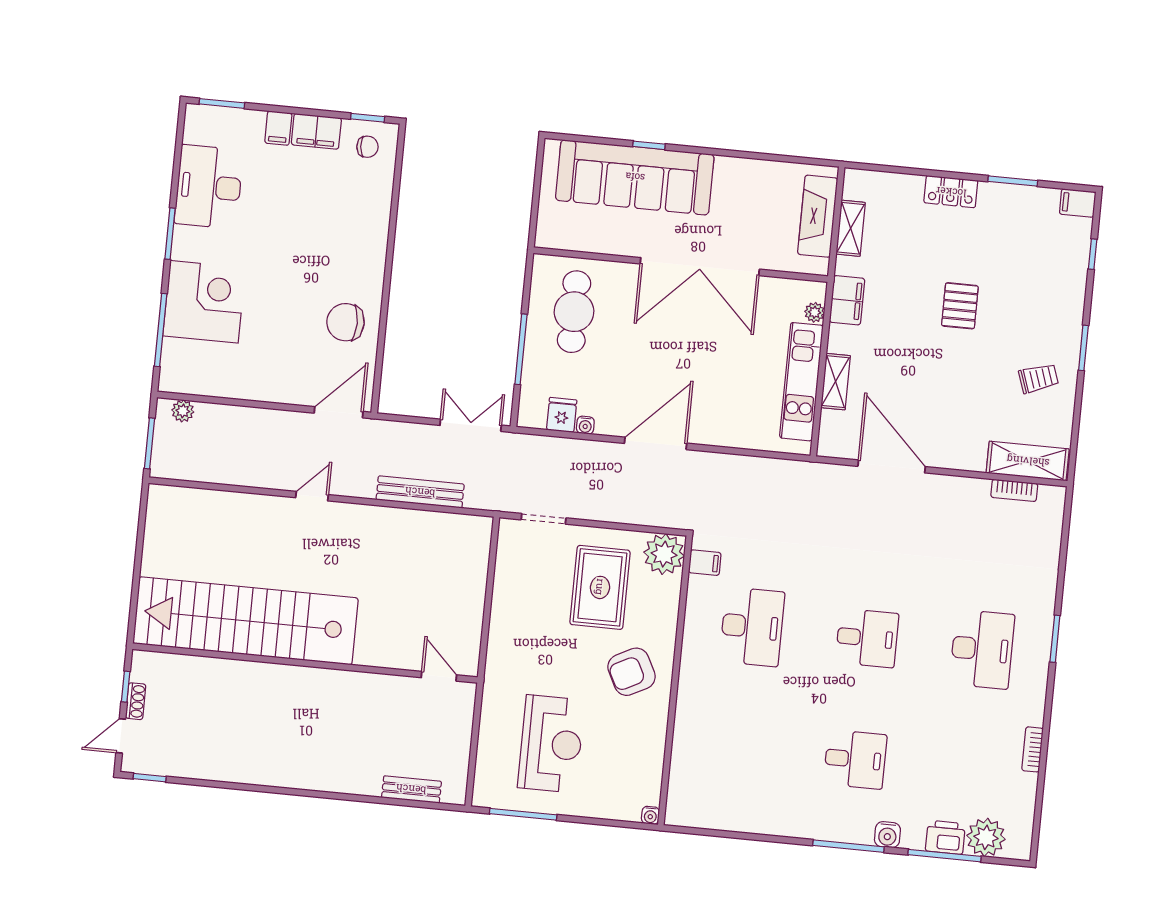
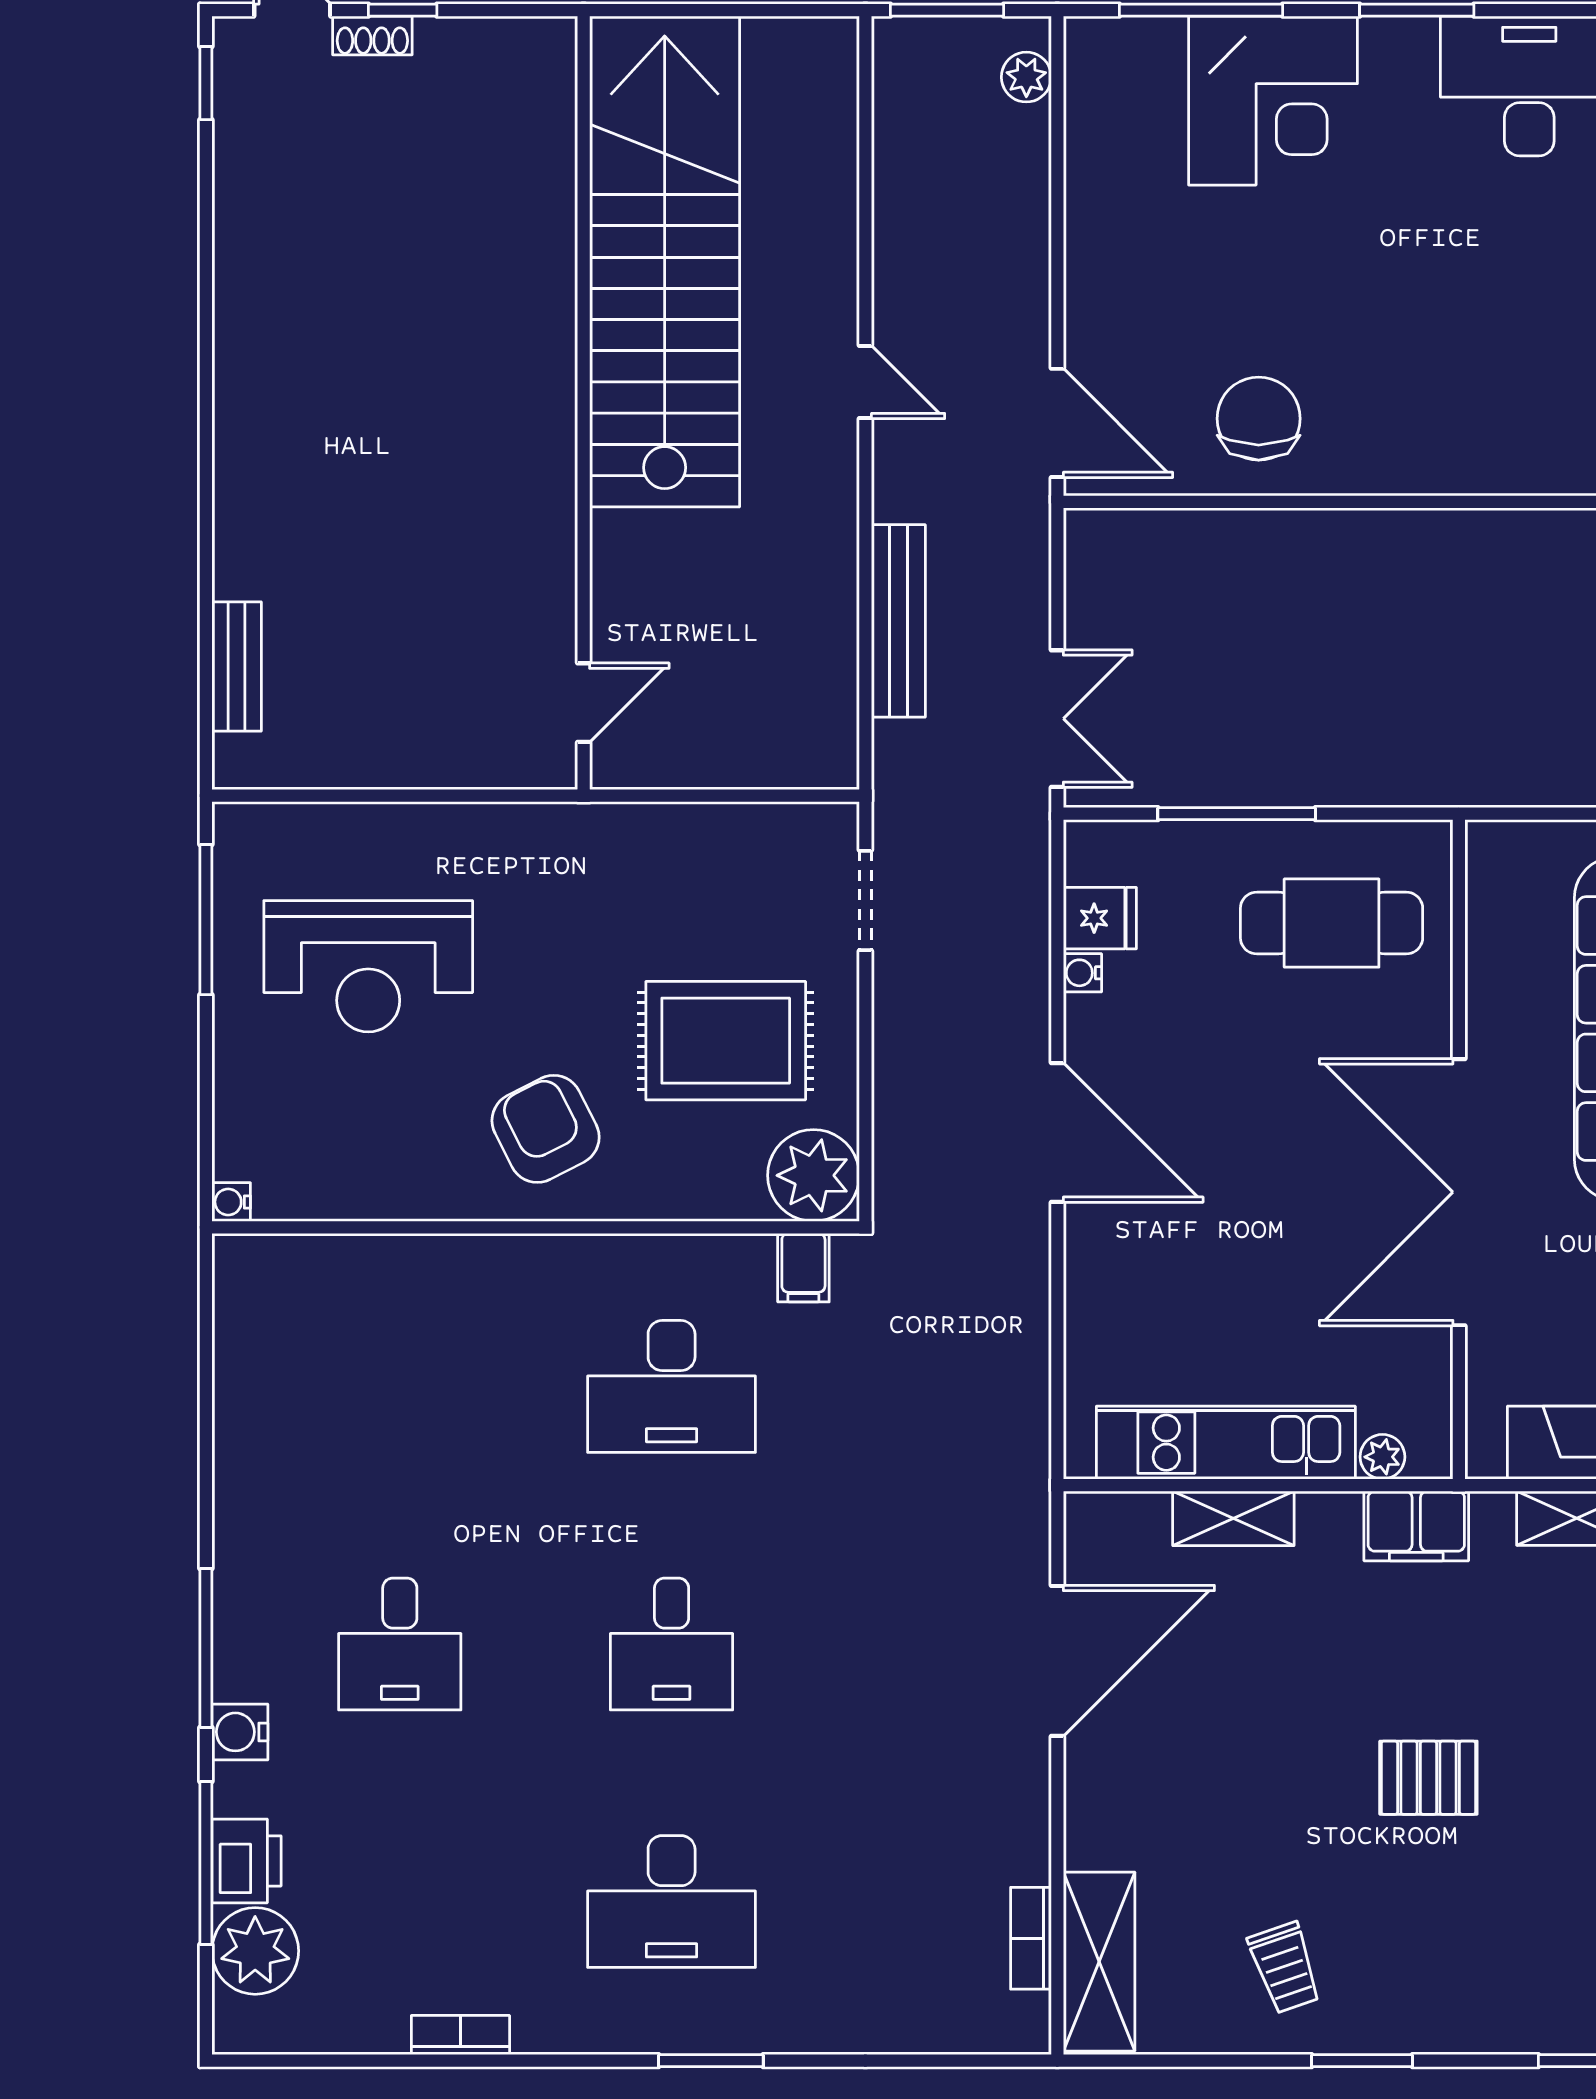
stairs: (245, 621) -> (665, 262), moved
wall: (305, 663) -> (584, 403), moved
door: (439, 676) -> (584, 703), moved

